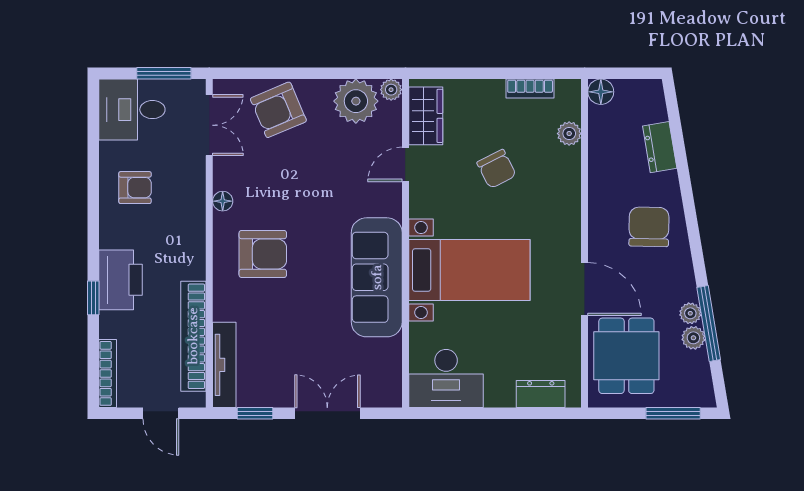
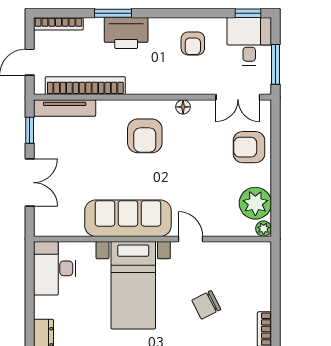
armchair: (278, 110) -> (249, 147), turned -67
window: (93, 111) -> (248, 13), added
wardrobe: (426, 116) -> (245, 254), removed
door: (405, 164) -> (190, 239), moved
window: (93, 298) -> (113, 13), width x1.50

